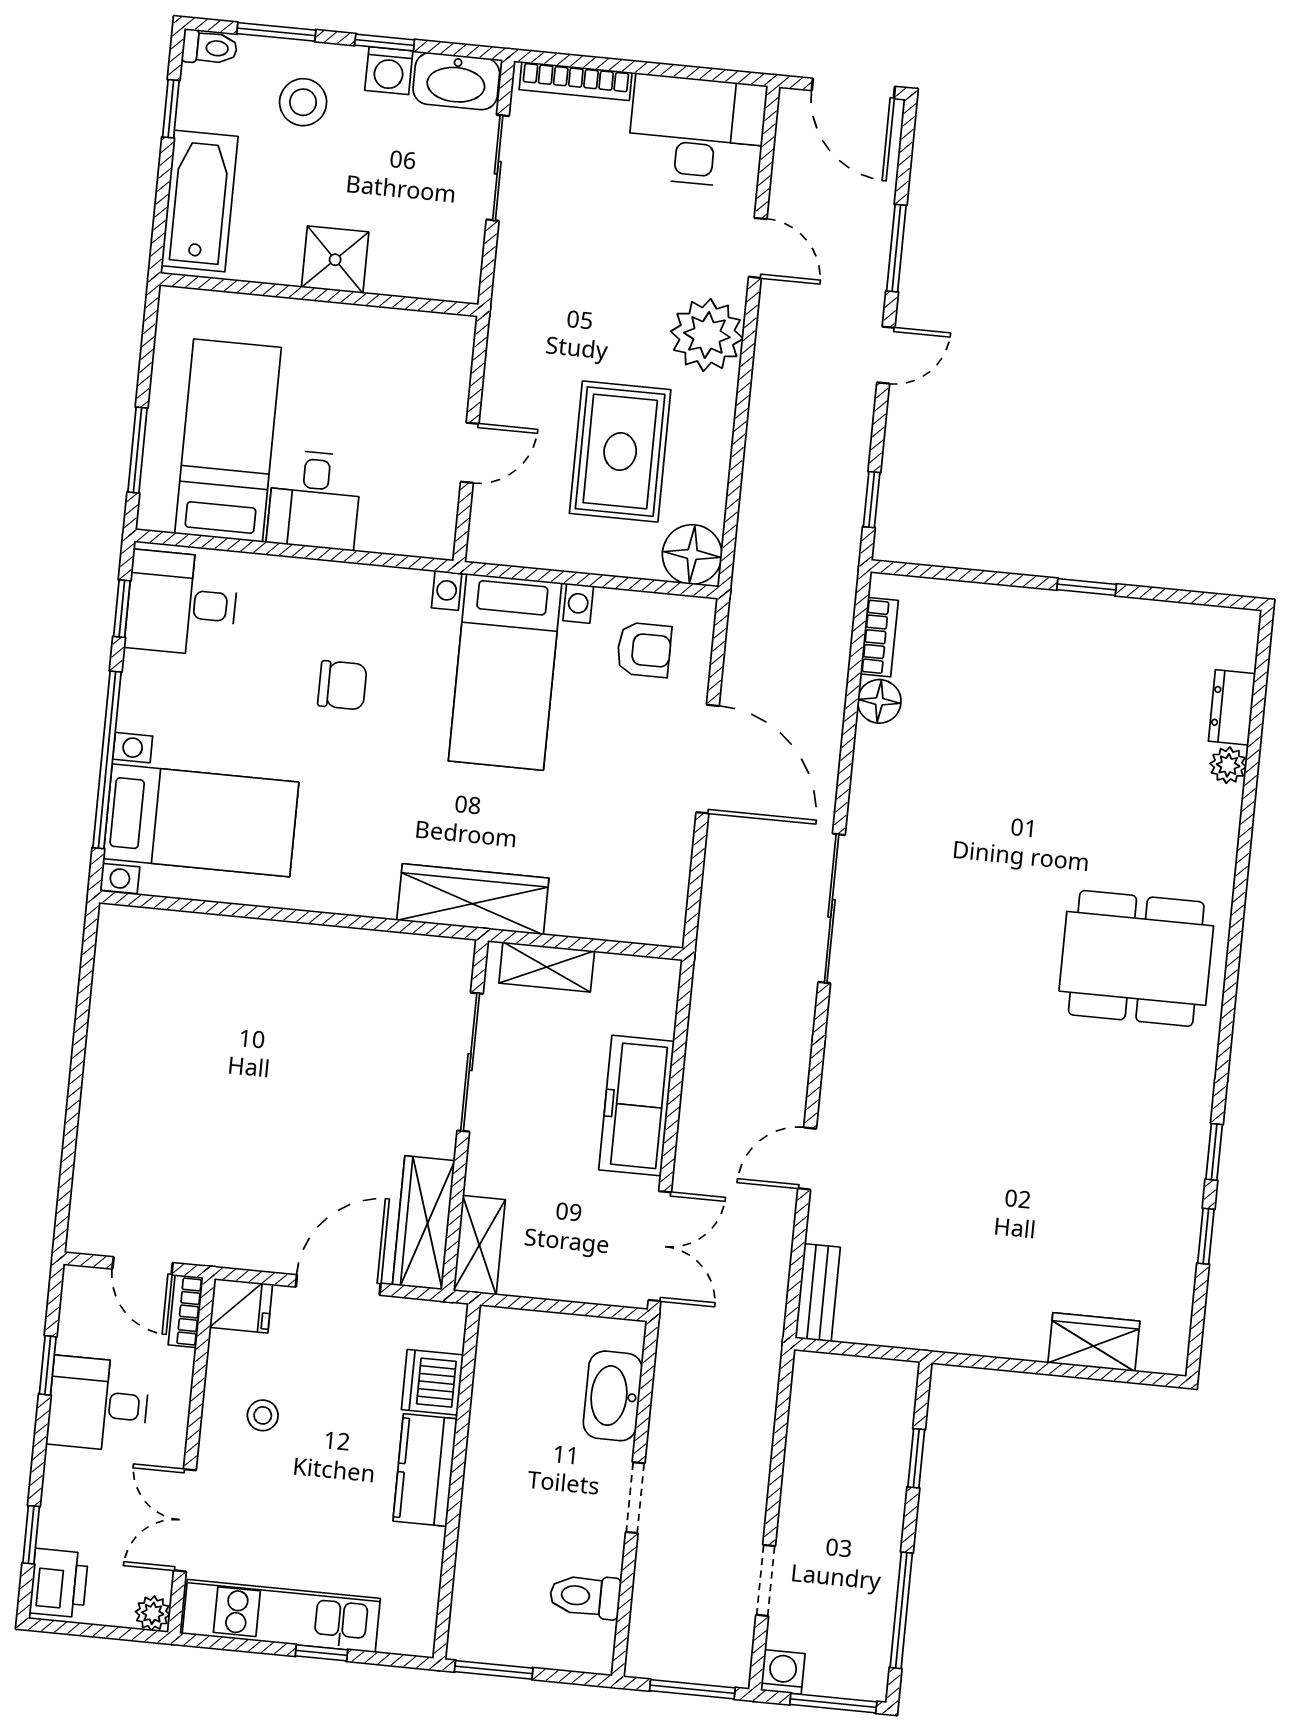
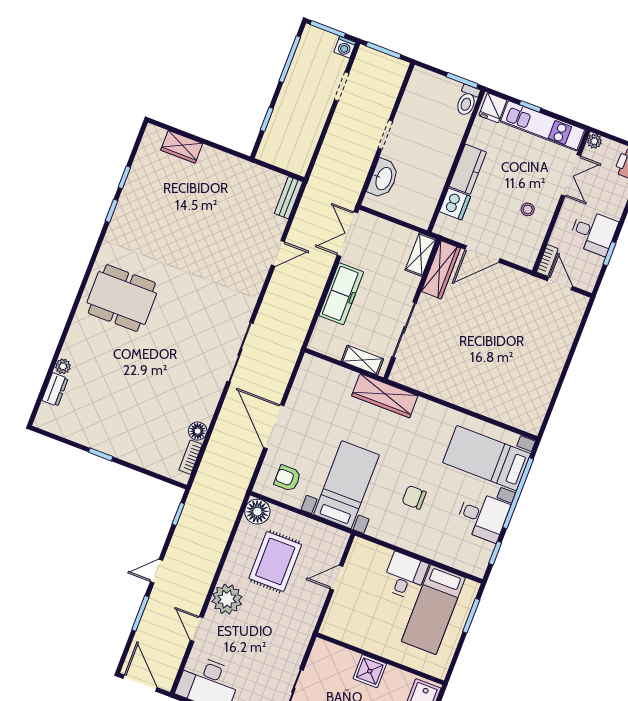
desk: (182, 603) -> (483, 516), moved
fridge: (241, 1306) -> (493, 108), moved, turned -90
toilet: (585, 1596) -> (467, 100), moved, turned 90

